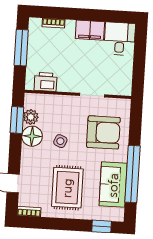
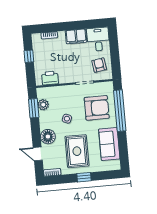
window: (21, 48) -> (29, 56), width x0.46
armchair: (116, 74) -> (99, 65), added
floor lamp: (32, 136) -> (48, 137), moved
window: (133, 174) -> (120, 111), moved
window: (102, 226) -> (84, 177), moved

